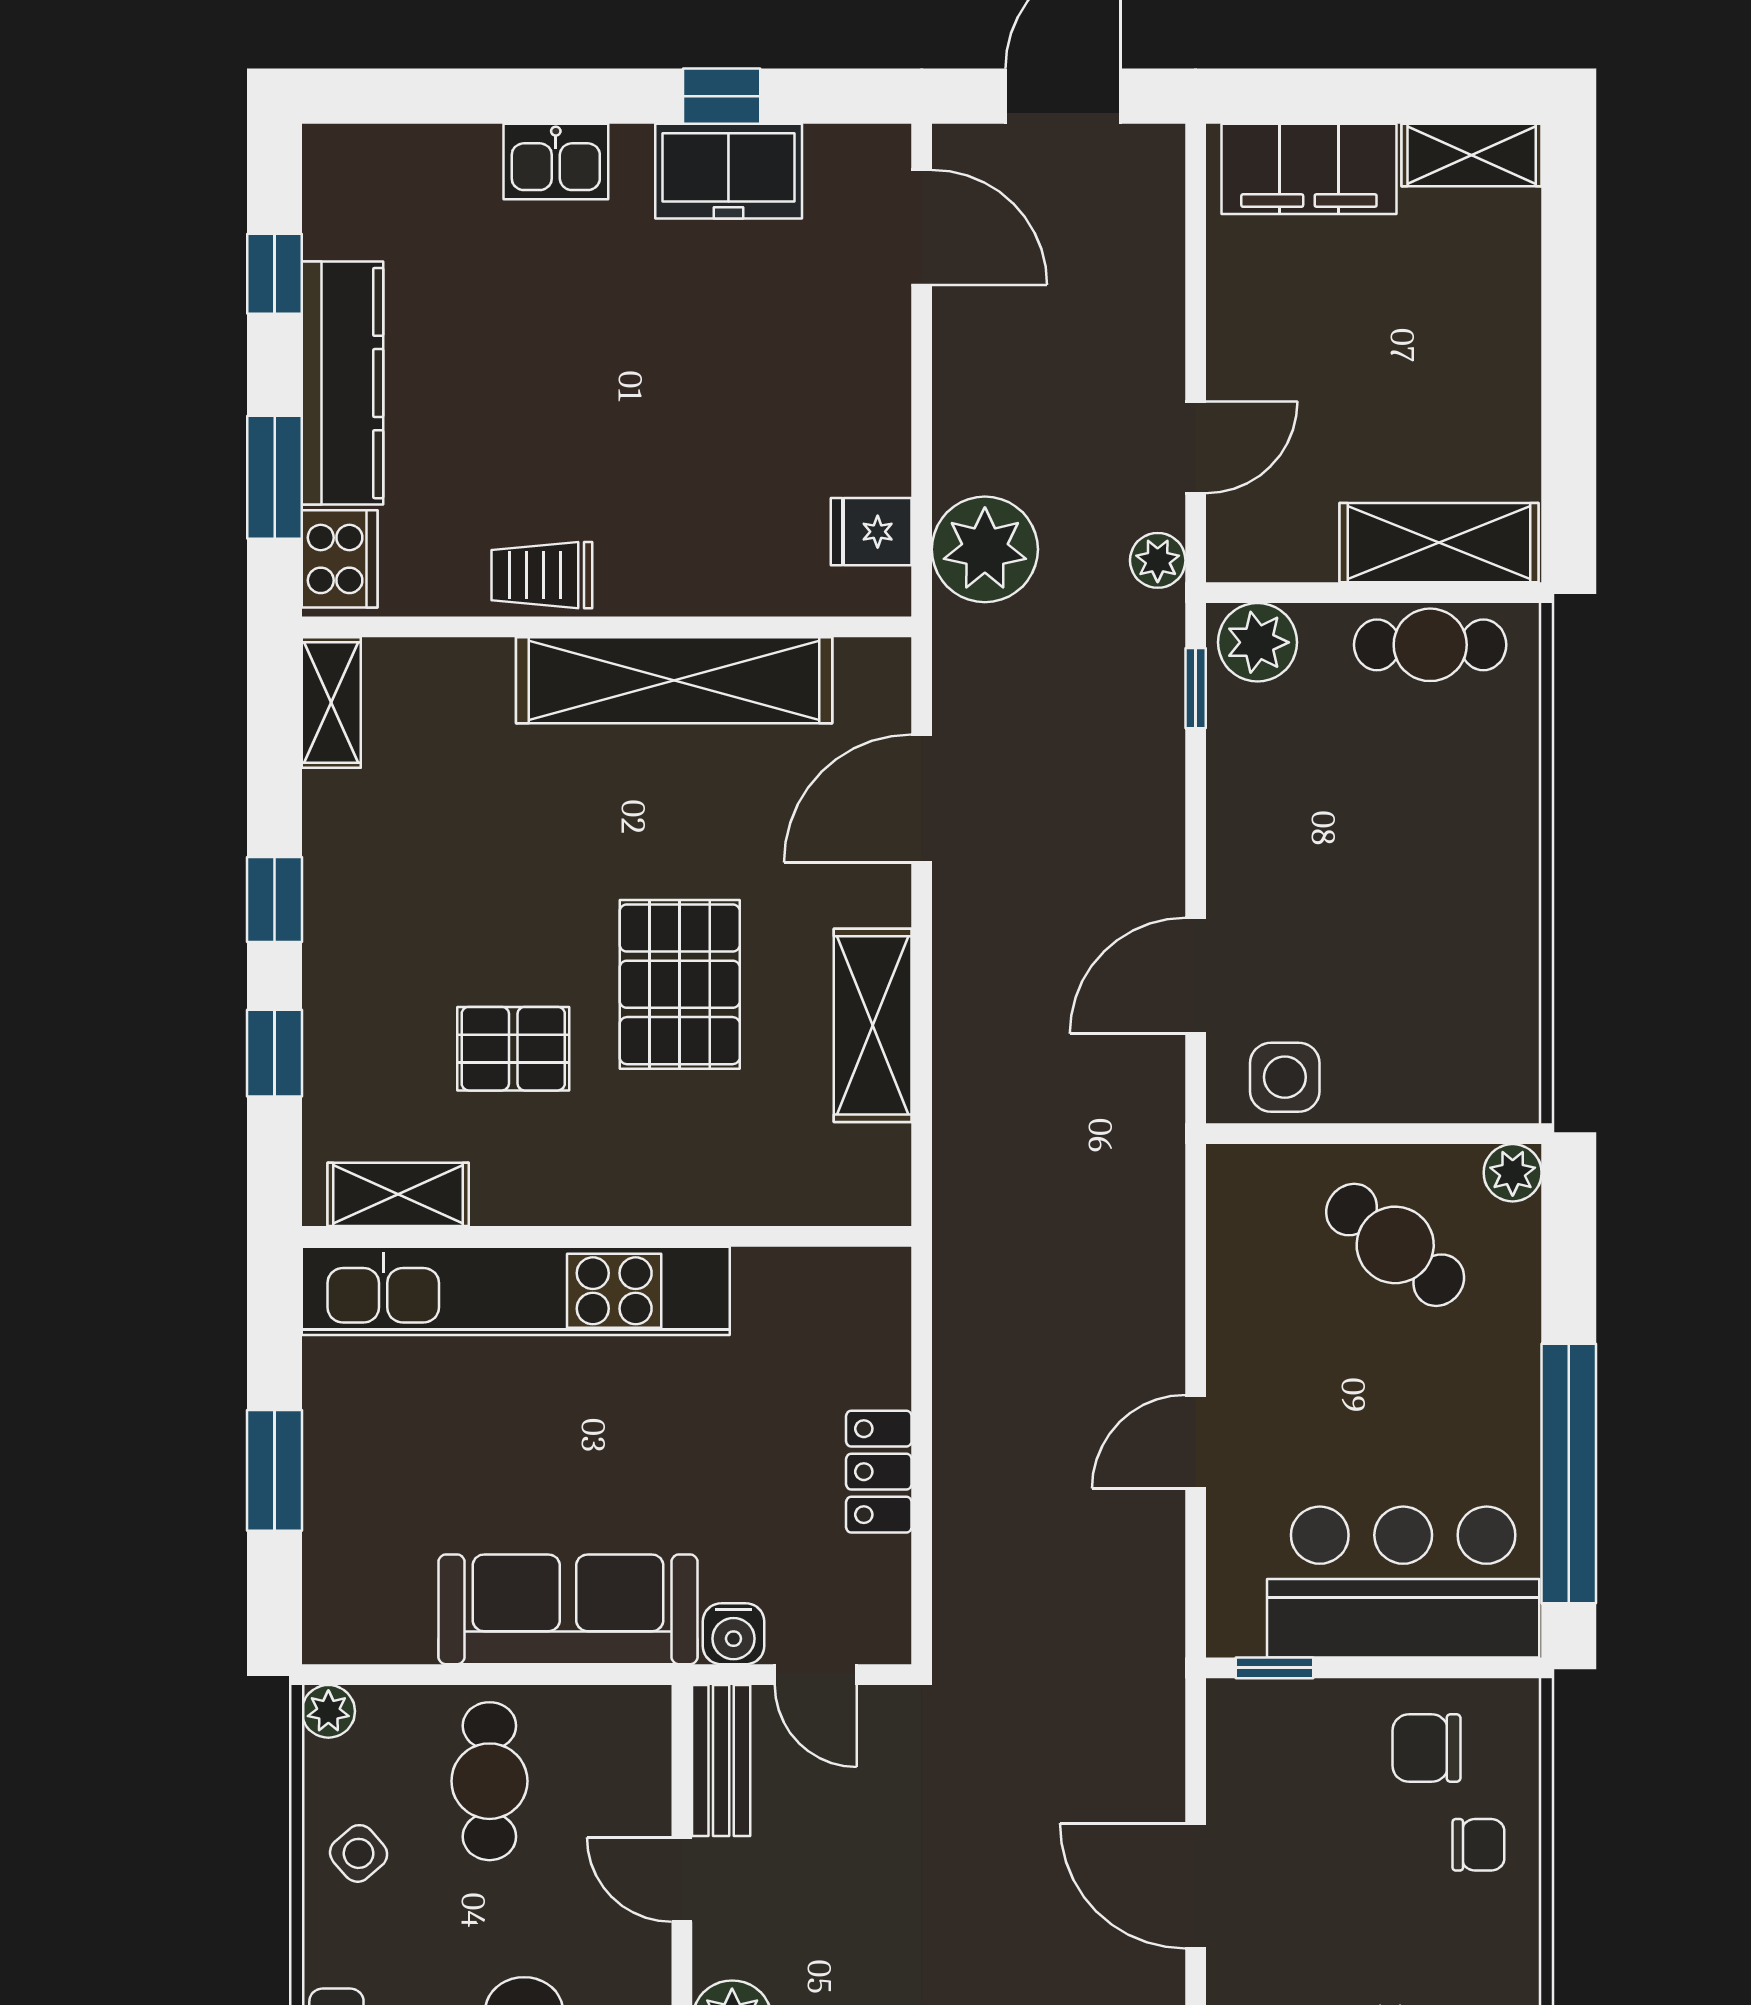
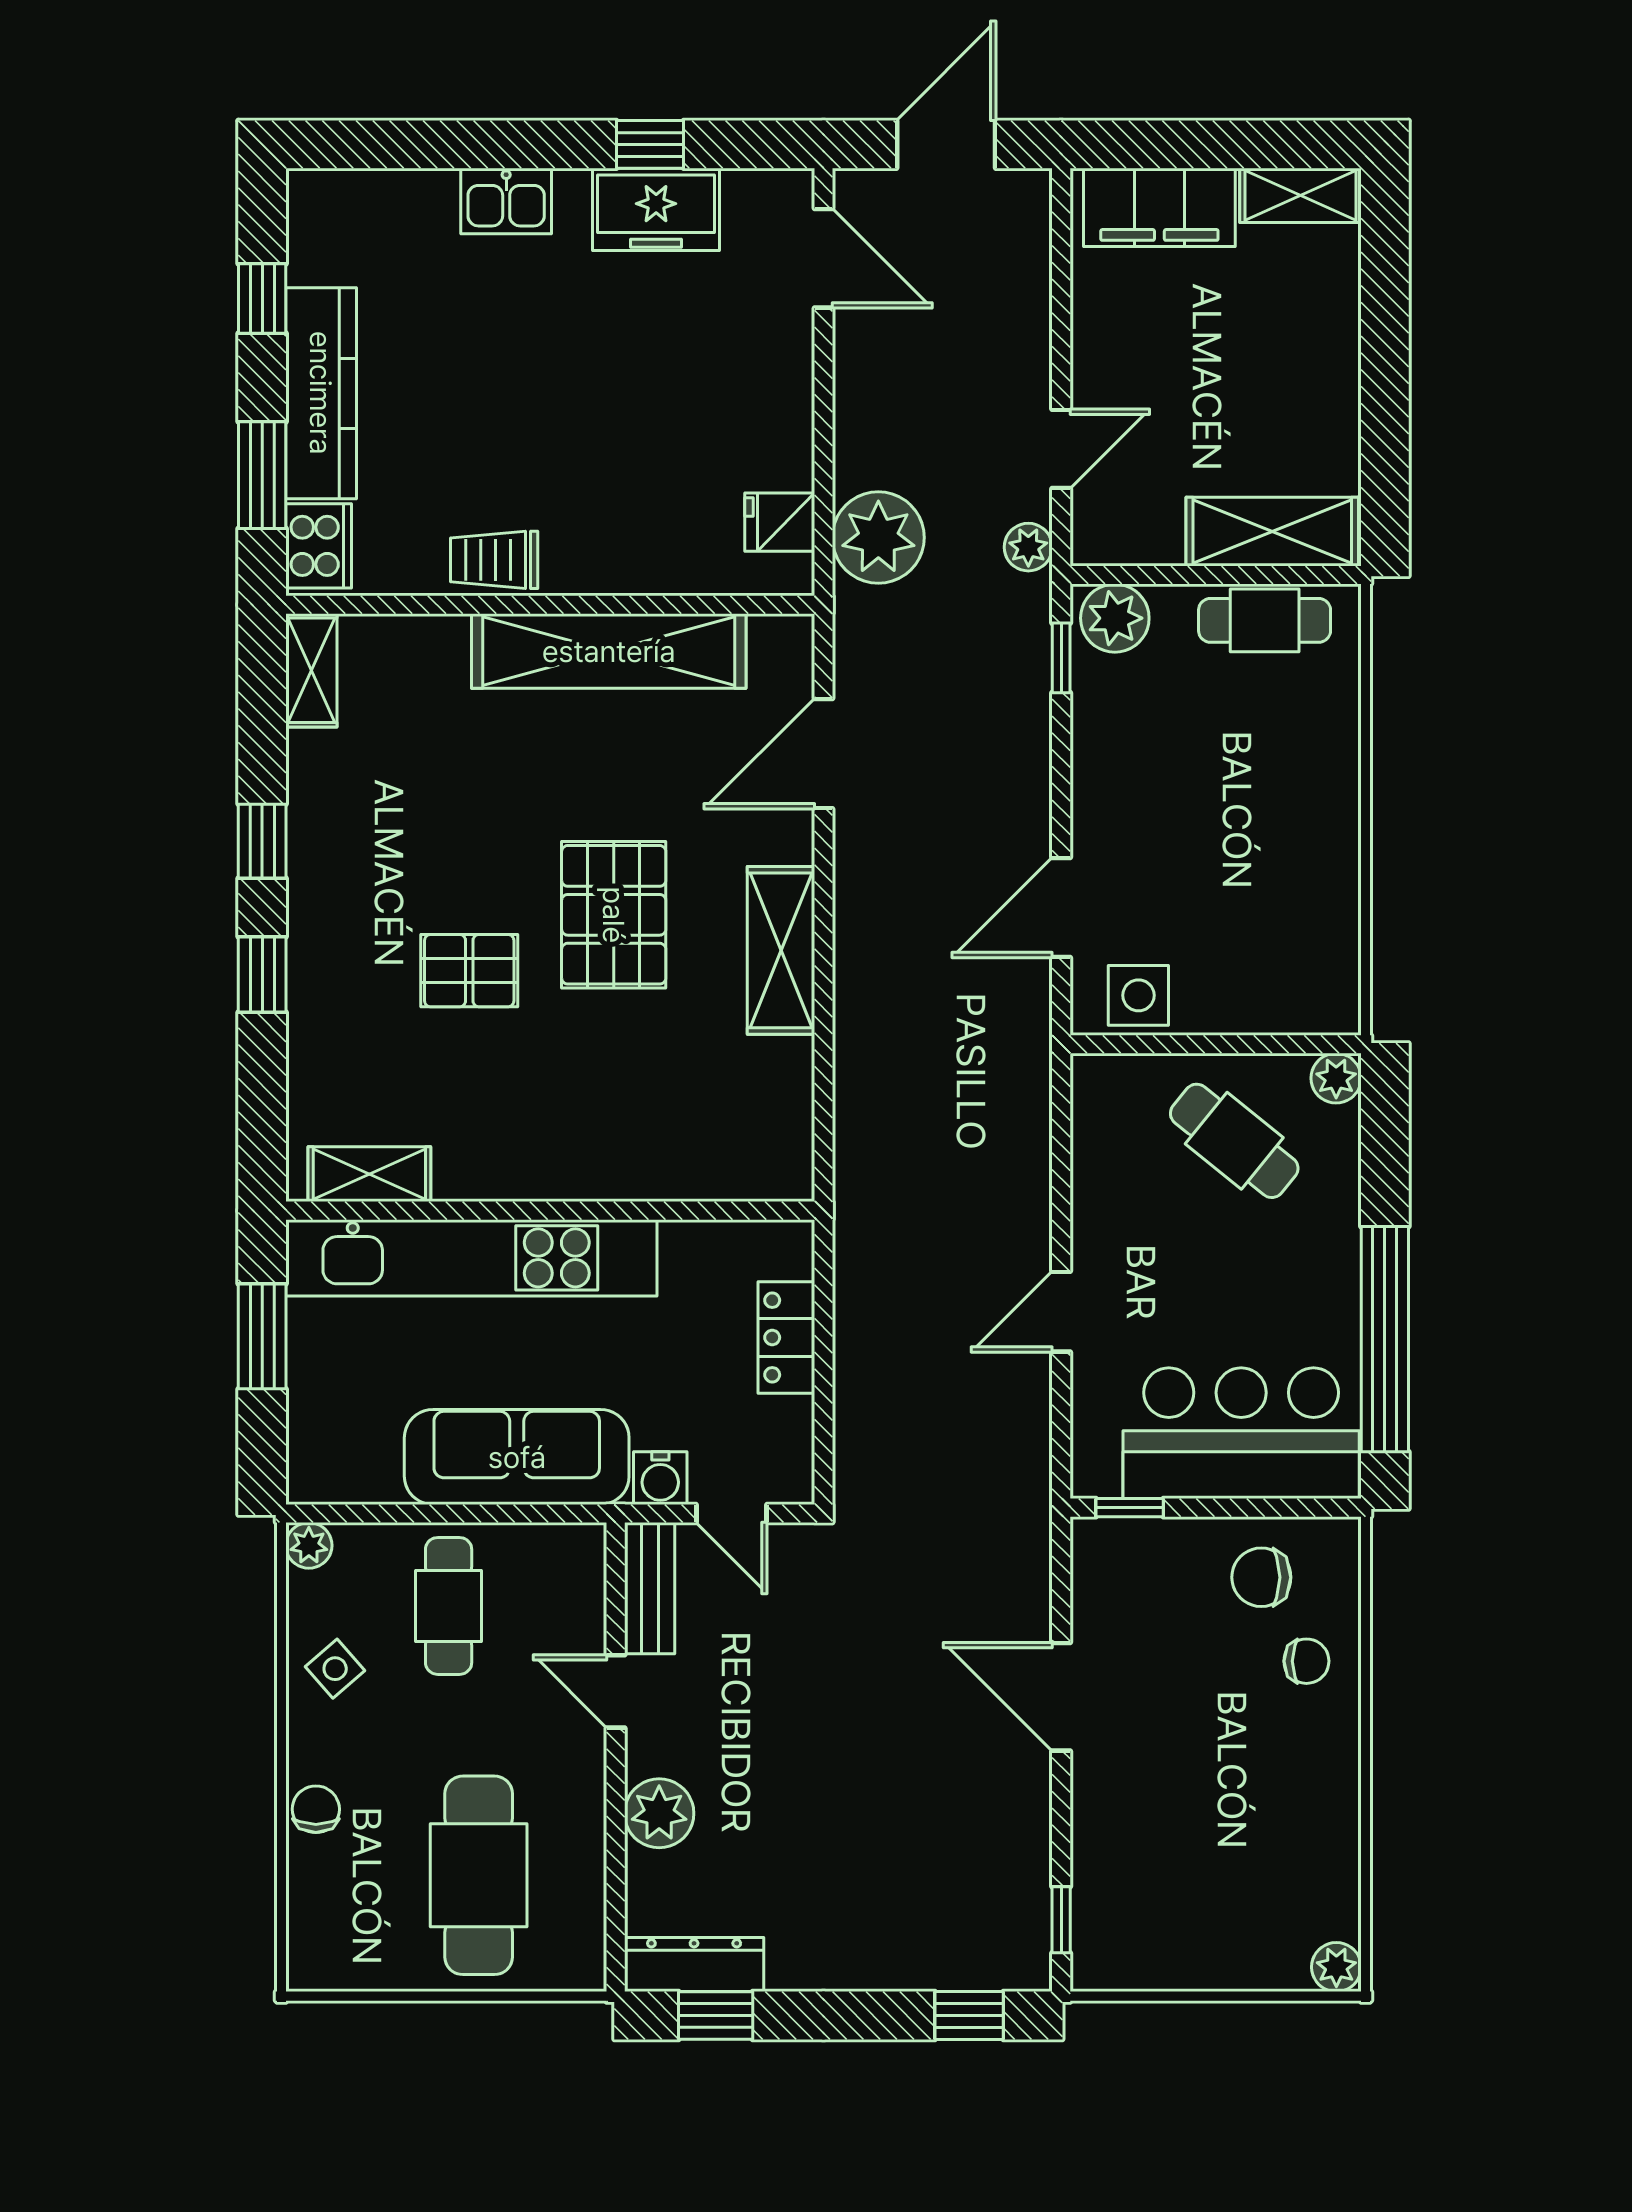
shelving: (398, 1194) -> (369, 1174), moved
wall: (607, 1236) -> (550, 1211), moved
kitchen unit: (516, 1291) -> (471, 1258), moved

